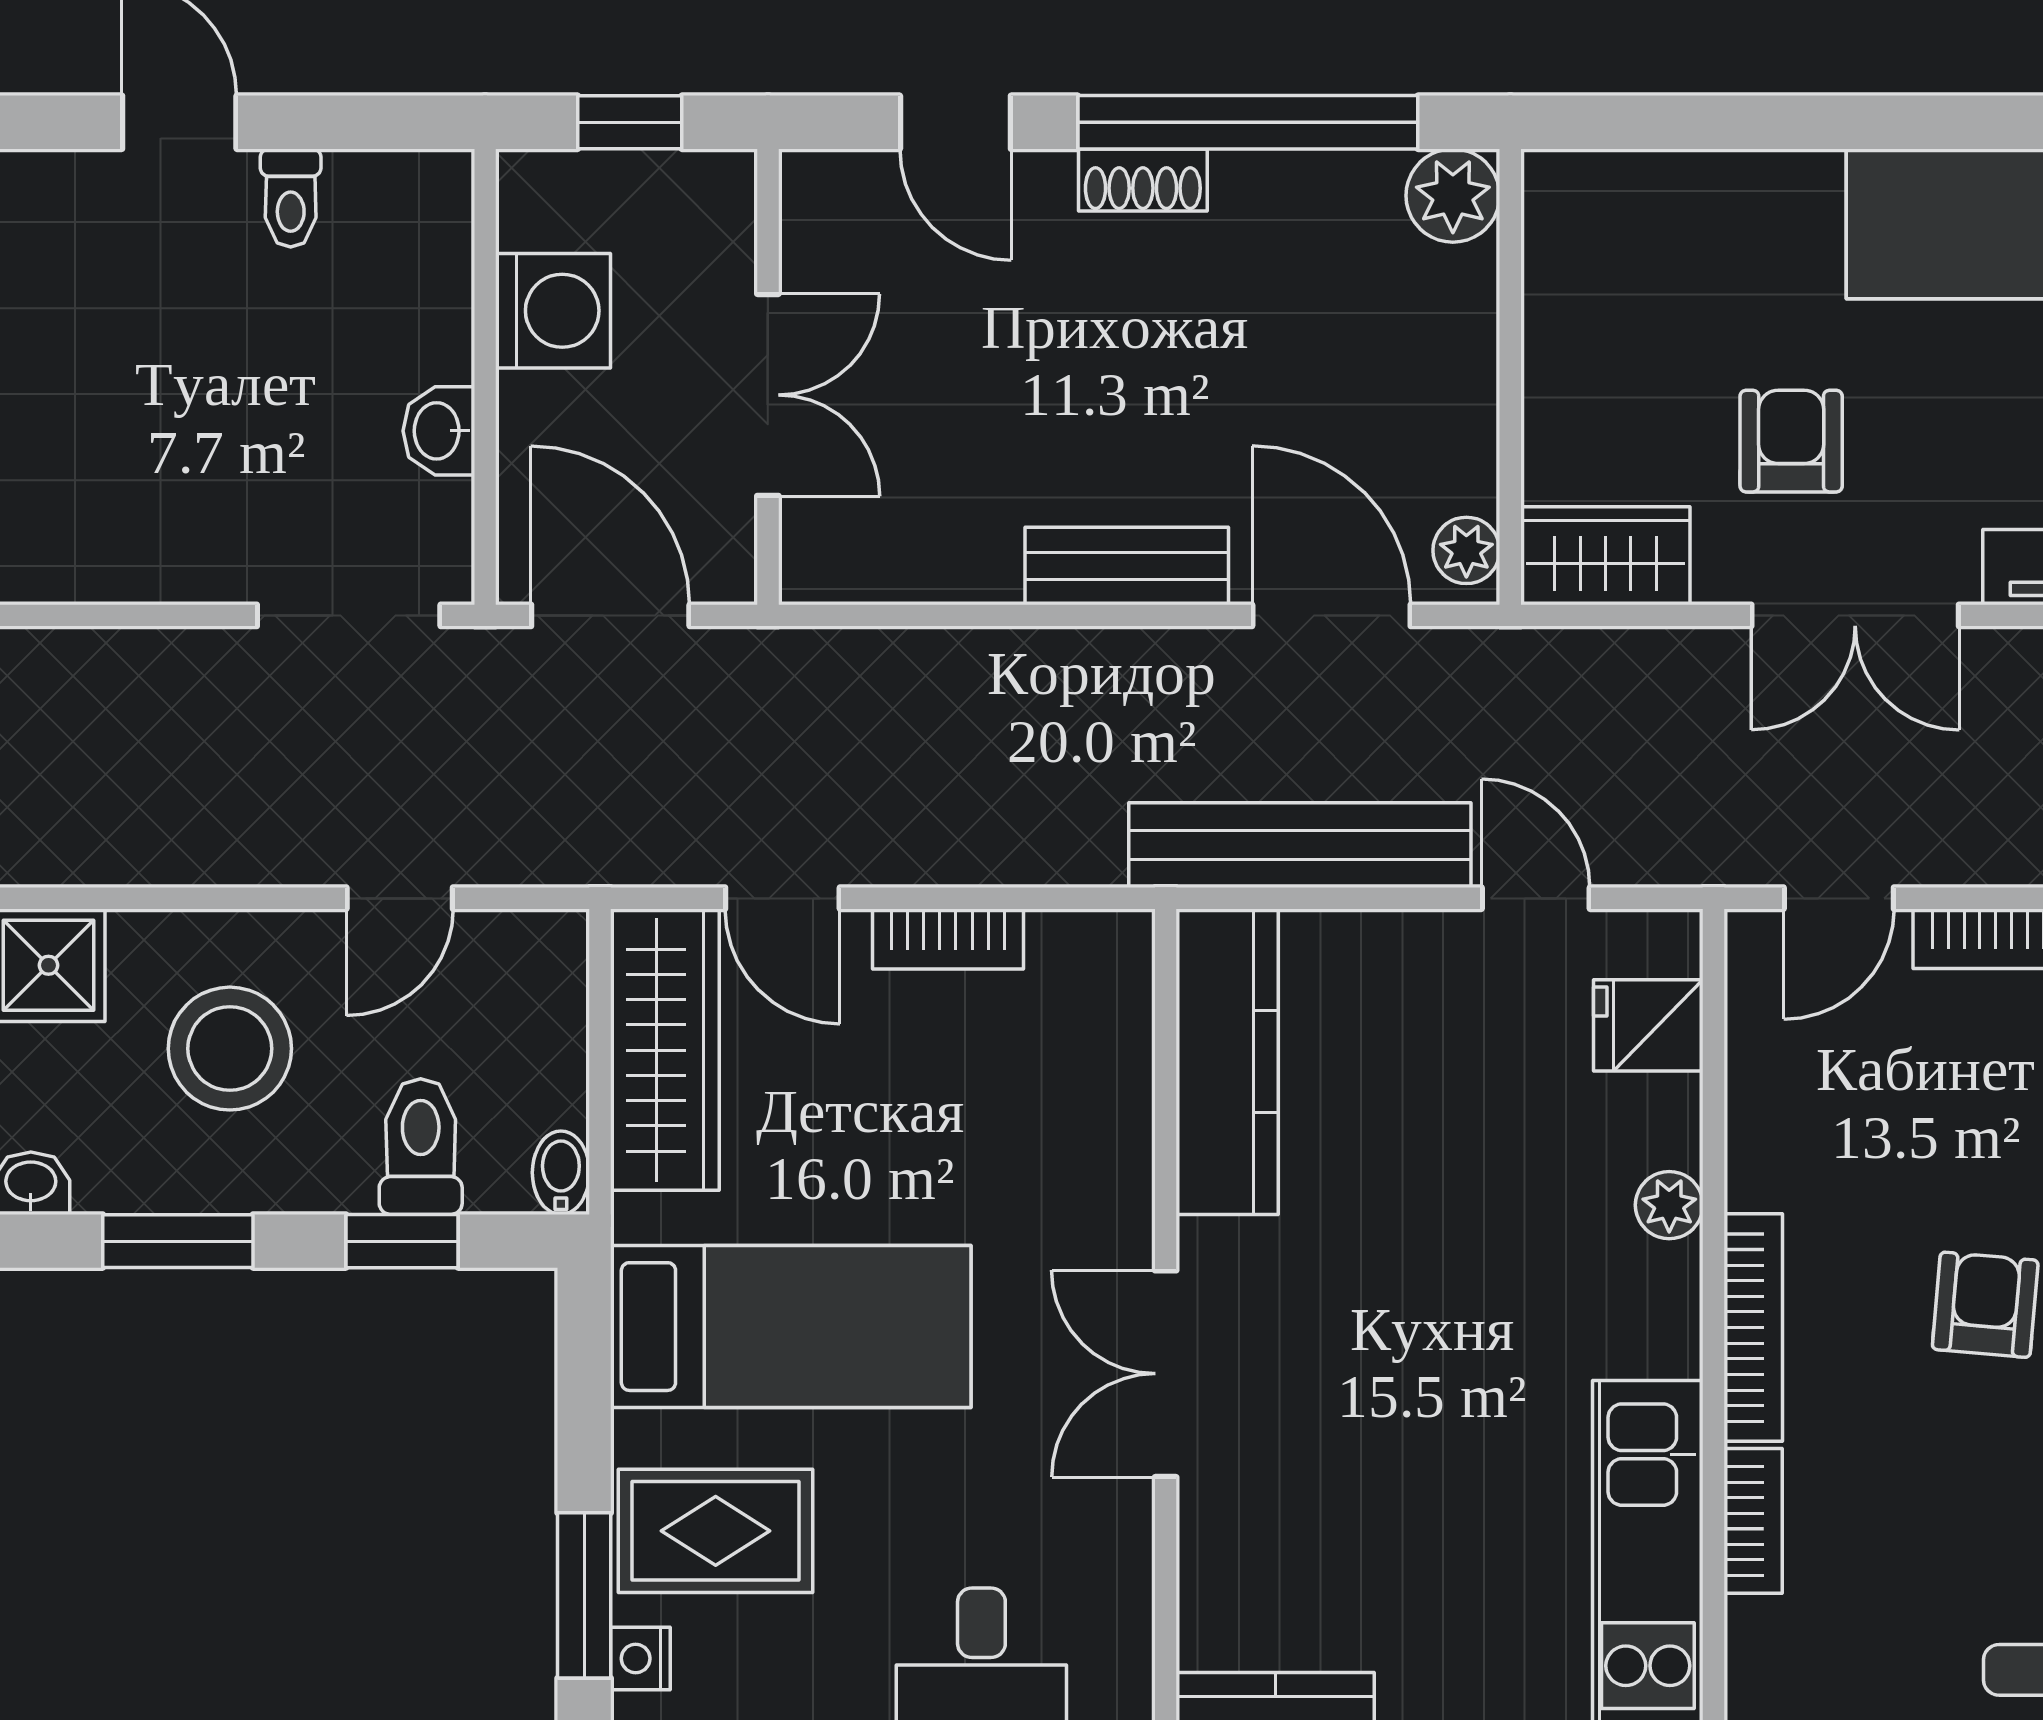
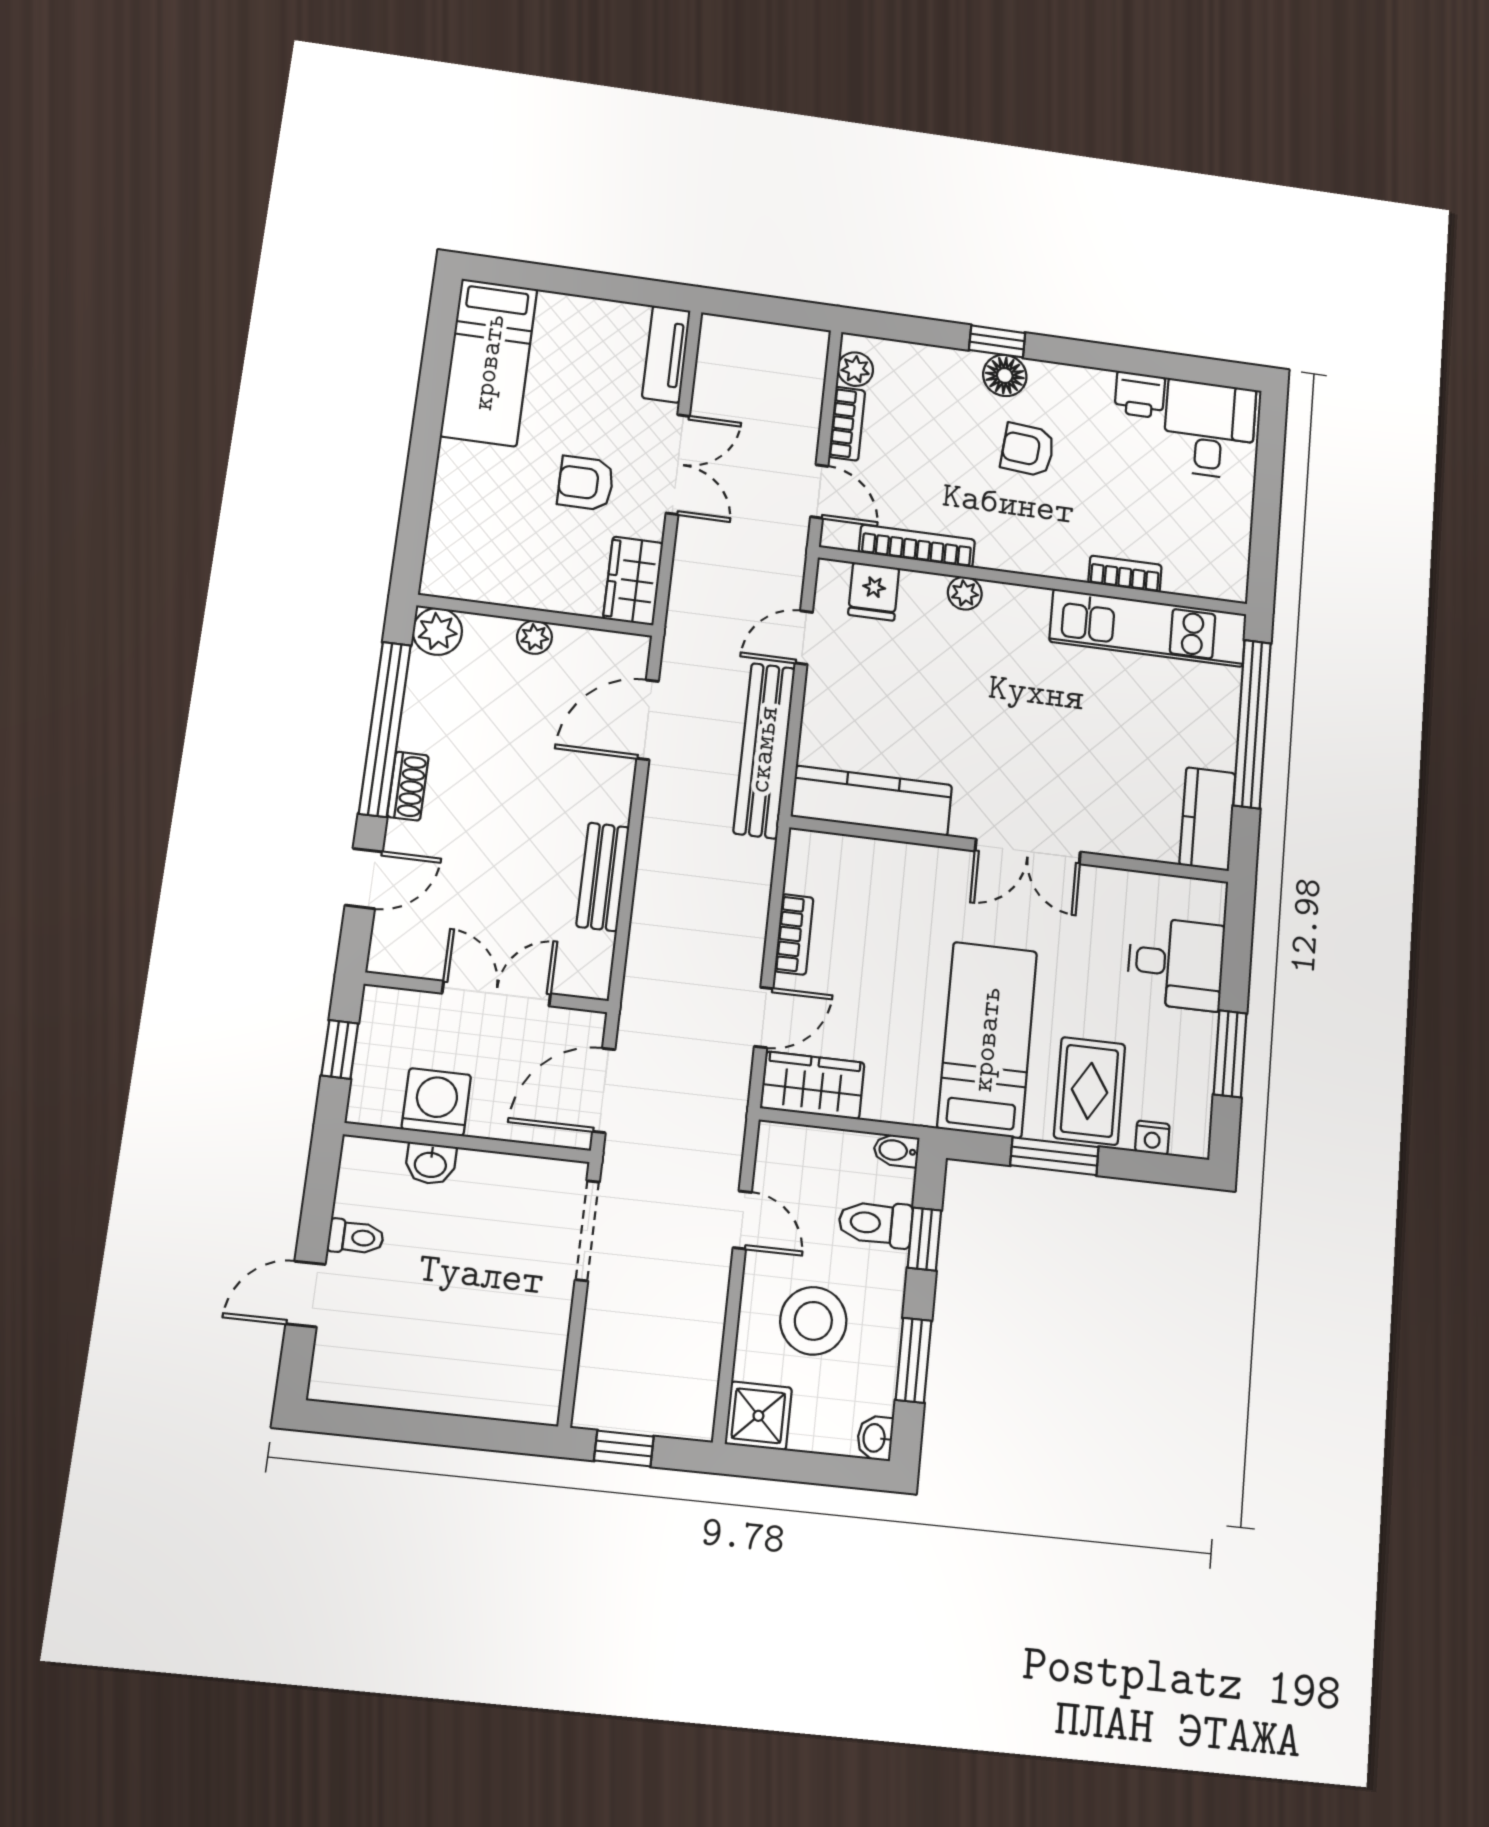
washbasin: (439, 431) -> (431, 1164), moved
plant: (1466, 550) -> (534, 637), moved
bench: (1127, 566) -> (603, 877), moved
wardrobe: (665, 1050) -> (813, 1085), width x0.67
bookcase: (1753, 1328) -> (917, 546), moved
window: (584, 1595) -> (1054, 1156), moved

